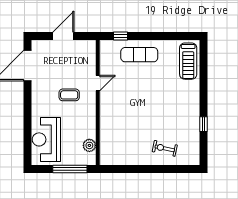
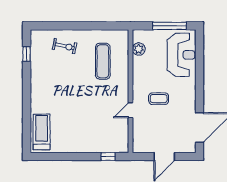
exercise mat: (139, 55) -> (103, 61), moved, turned 90
window: (203, 124) -> (27, 54), moved
window: (70, 169) -> (170, 26), moved

